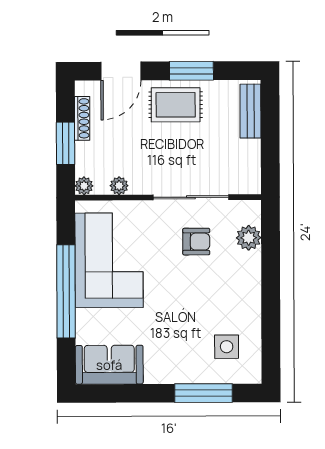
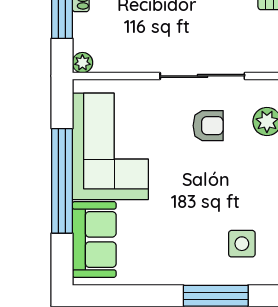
plant: (119, 186) -> (122, 63), removed
sofa: (109, 365) -> (94, 239), moved, turned 90

